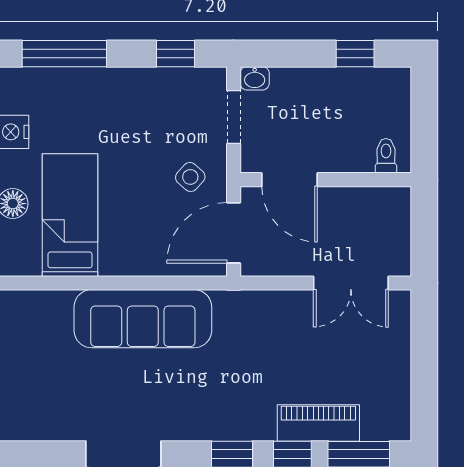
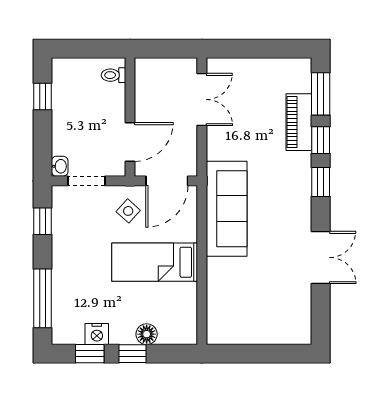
bed: (70, 215) -> (155, 262), moved
door: (234, 233) -> (167, 181), hinge flipped
sofa: (143, 319) -> (227, 209), moved

